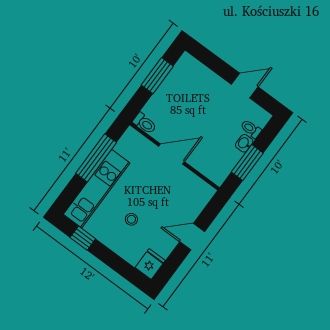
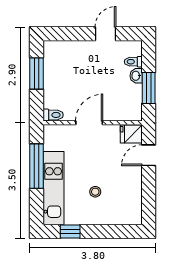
door: (192, 237) -> (149, 155), moved
fridge: (150, 264) -> (131, 134), moved, turned -90

